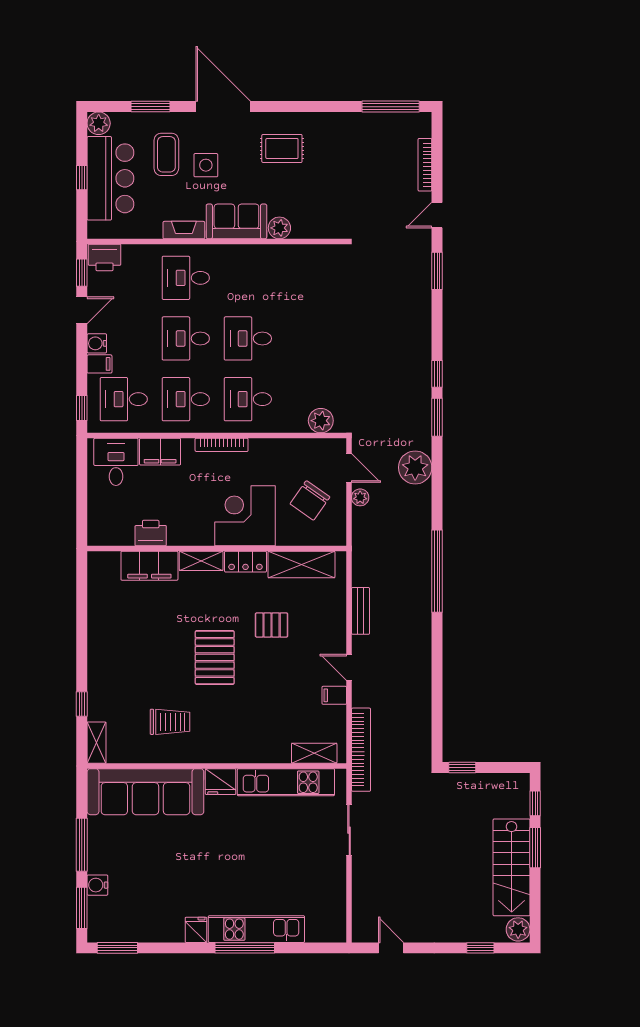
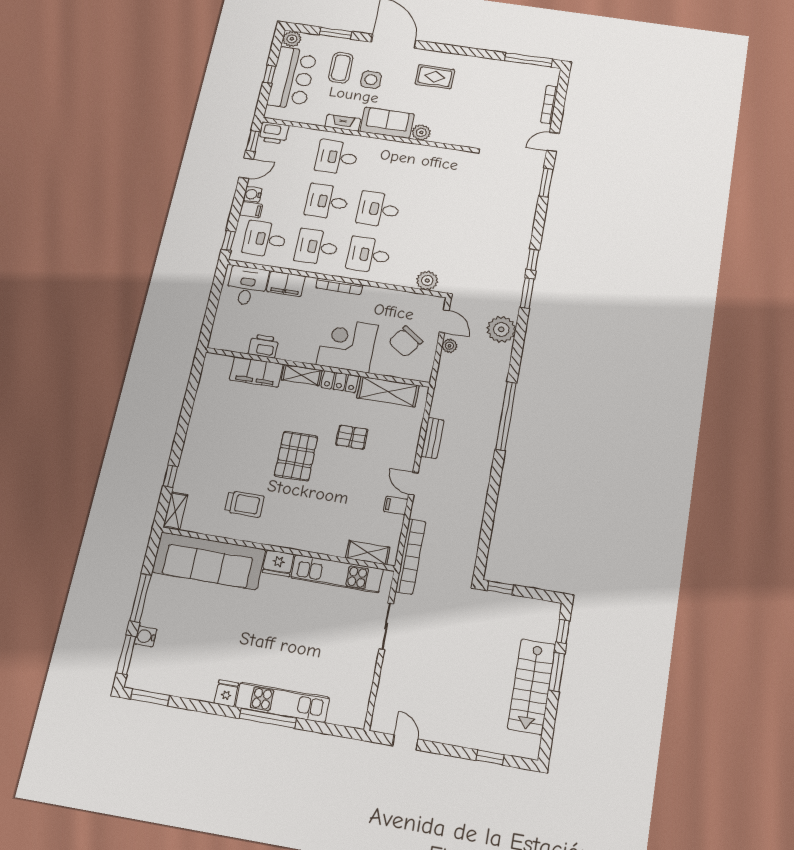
plant: (518, 929) -> (529, 746), removed

